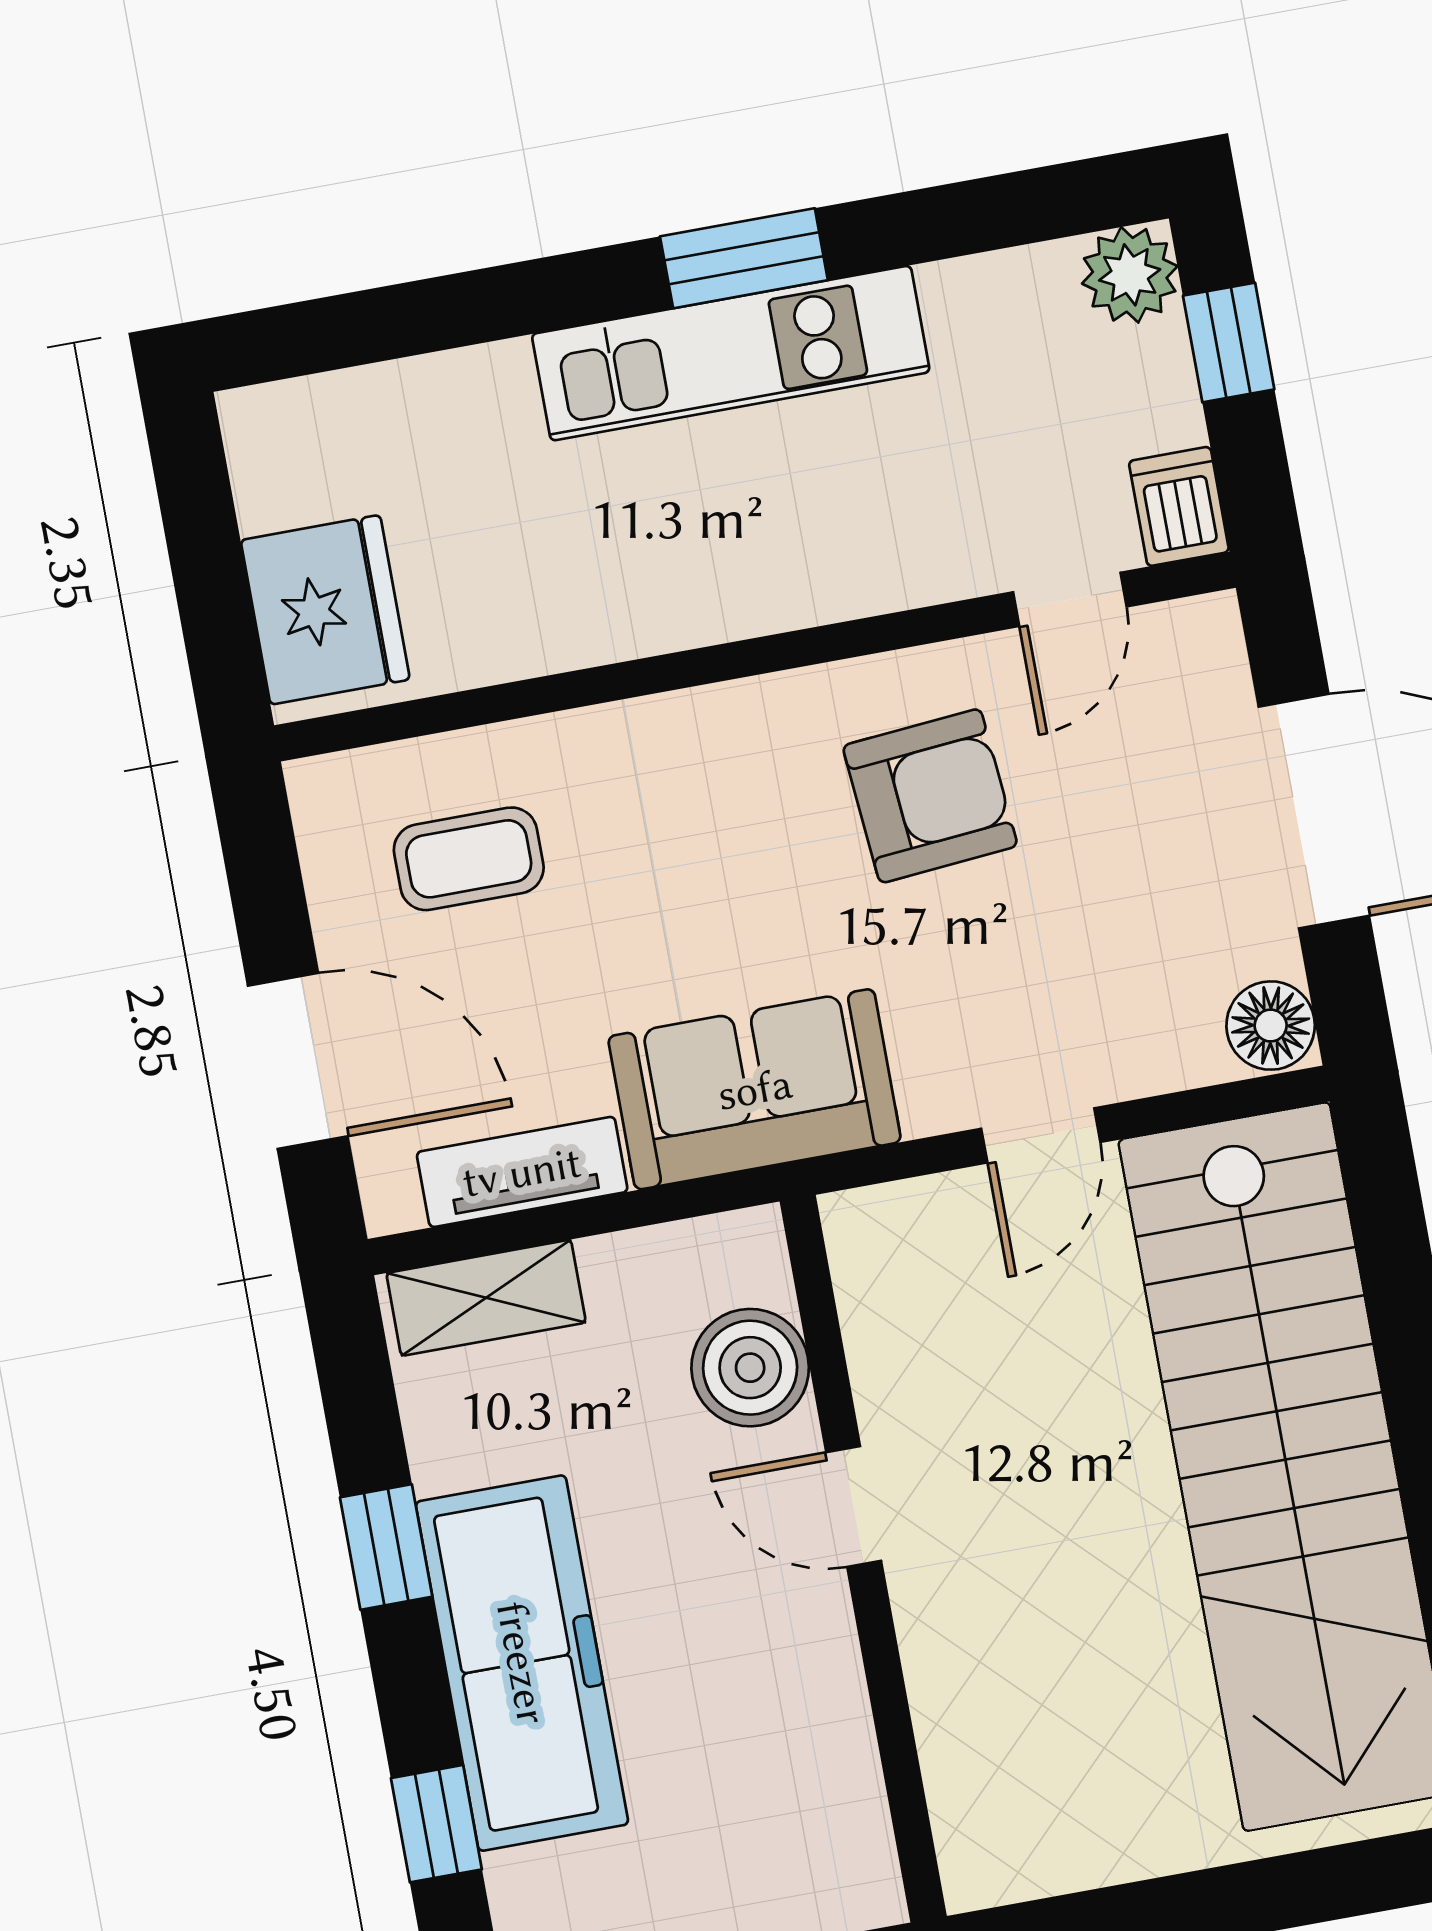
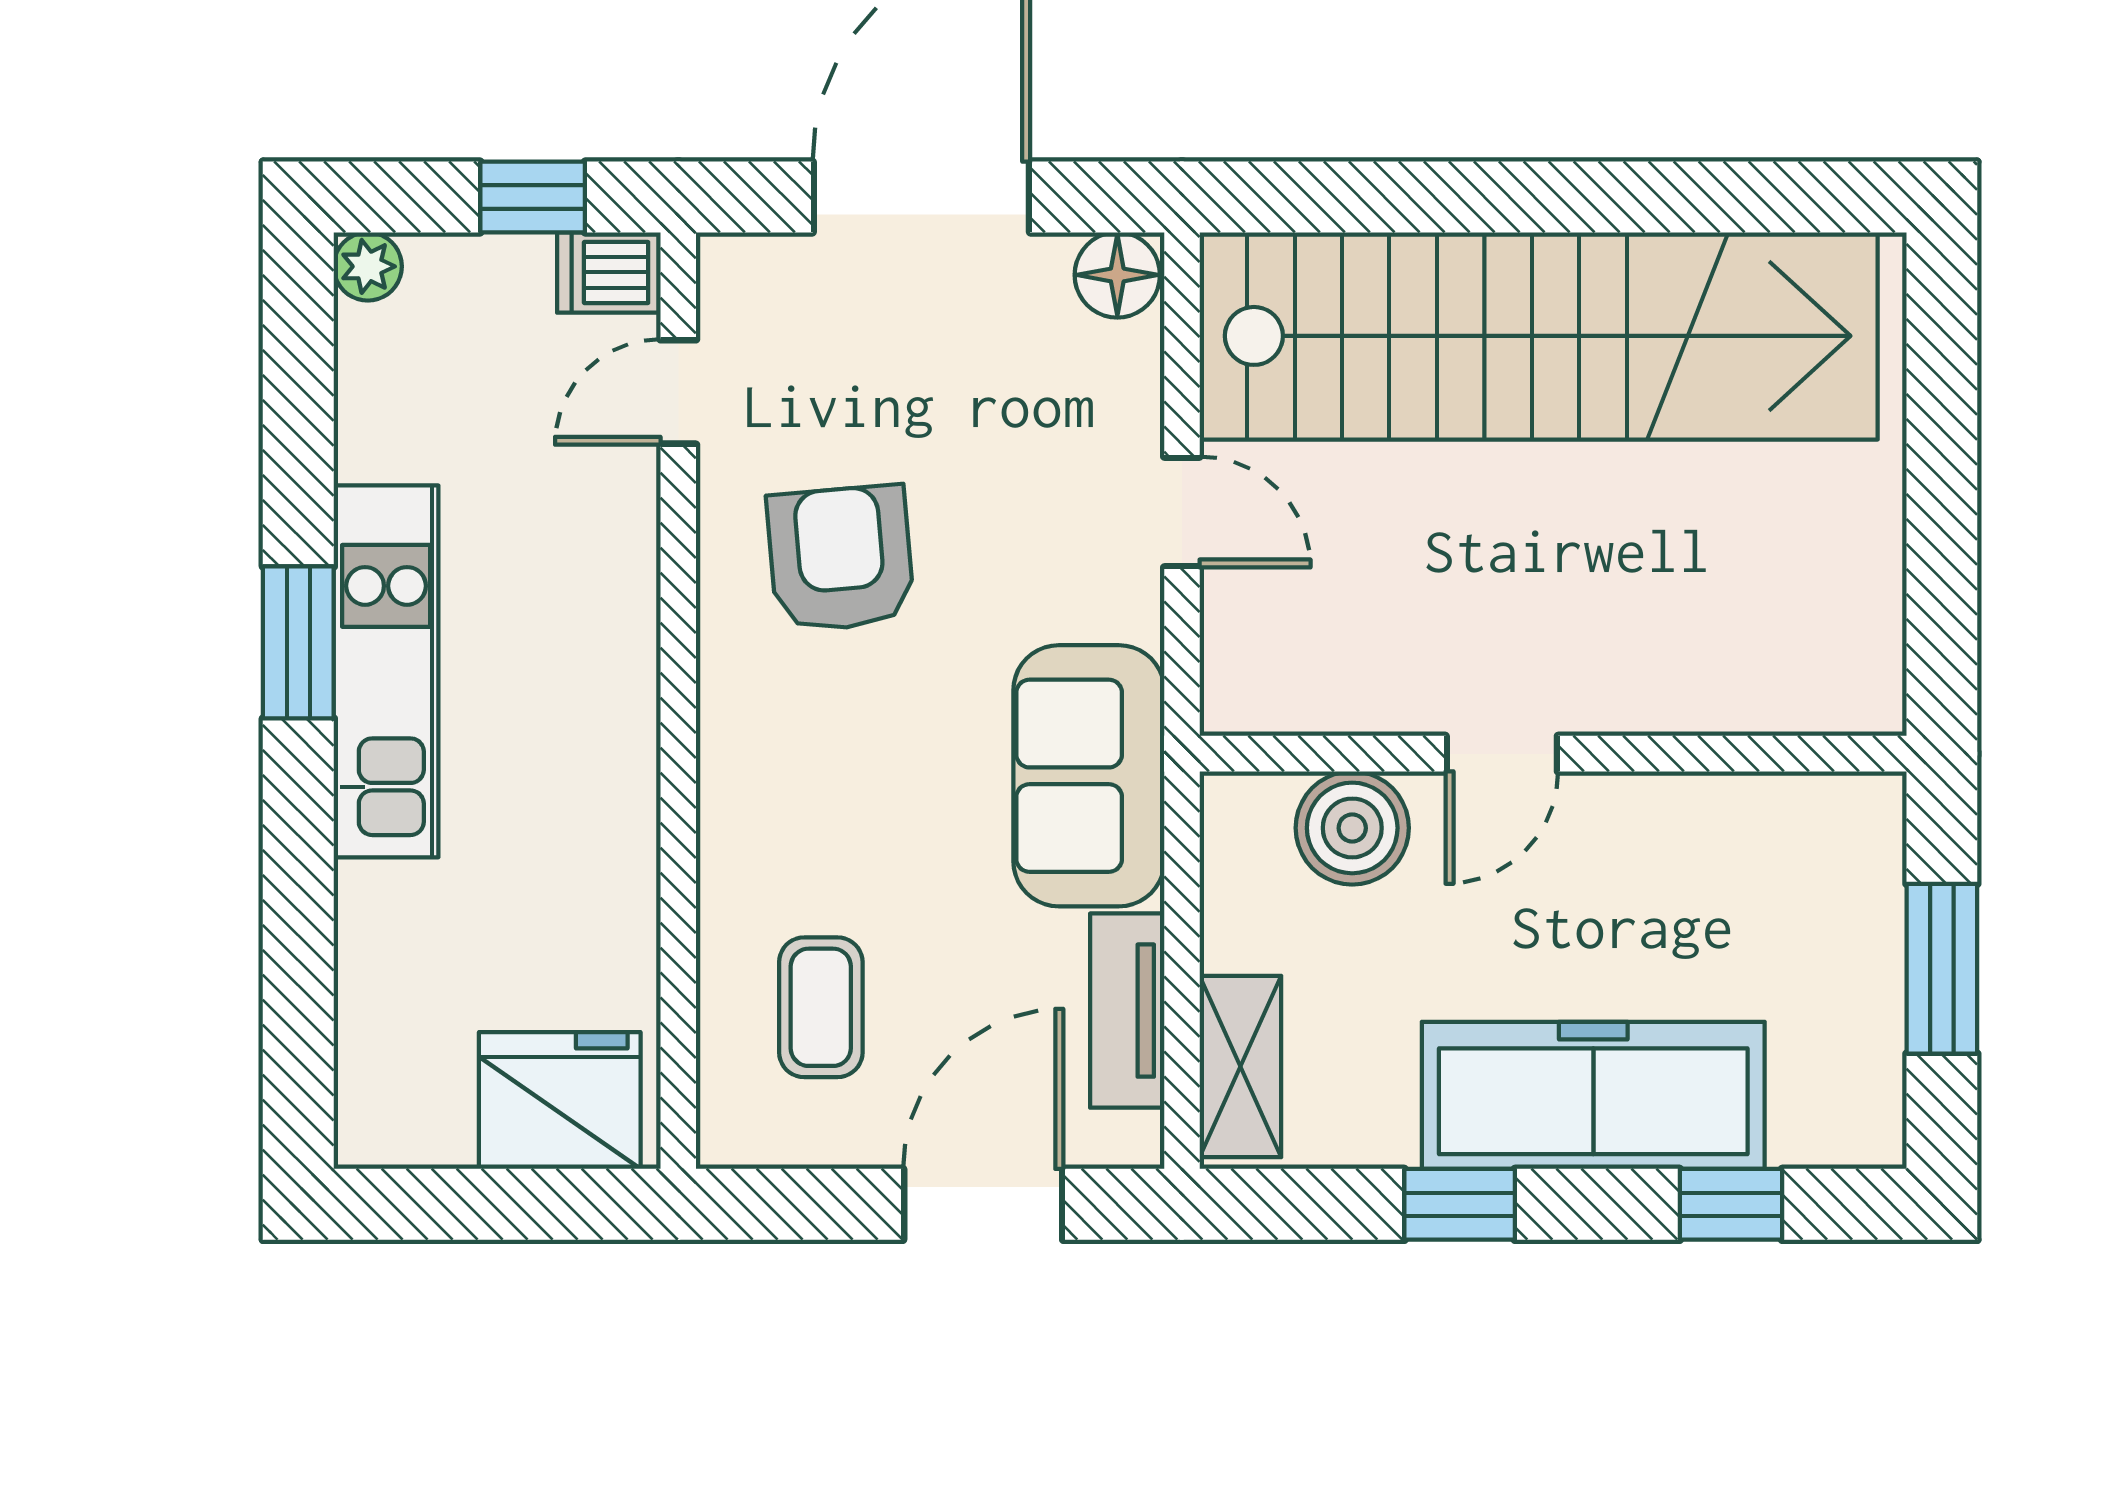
plant: (1130, 275) -> (368, 266), width x0.73, depth x0.73
window: (1229, 342) -> (533, 197), moved
door: (1070, 599) -> (678, 392), swing flipped

